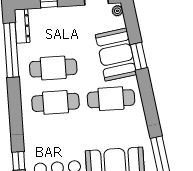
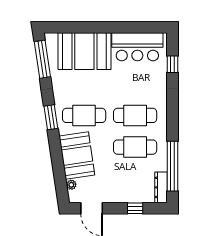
plant: (117, 11) -> (71, 185), moved
window: (139, 56) -> (51, 117), moved

